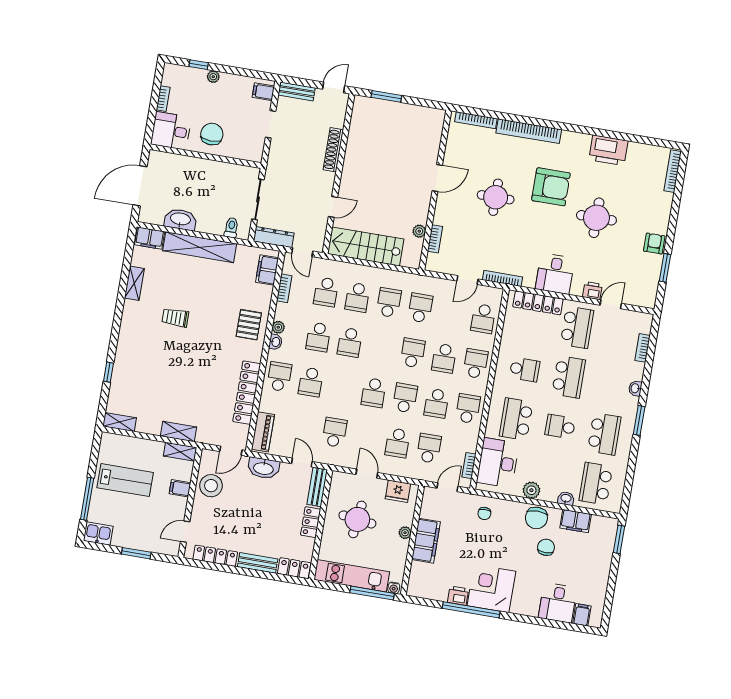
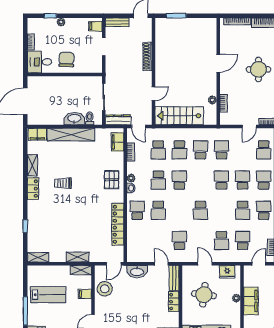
washbasin: (180, 219) -> (74, 119), moved
locker: (129, 318) -> (33, 189), added
school desk: (350, 342) -> (179, 180), turned 180
school desk: (444, 358) -> (243, 180), turned 180
school desk: (405, 398) -> (222, 210), removed
piano: (263, 432) -> (133, 248), removed

